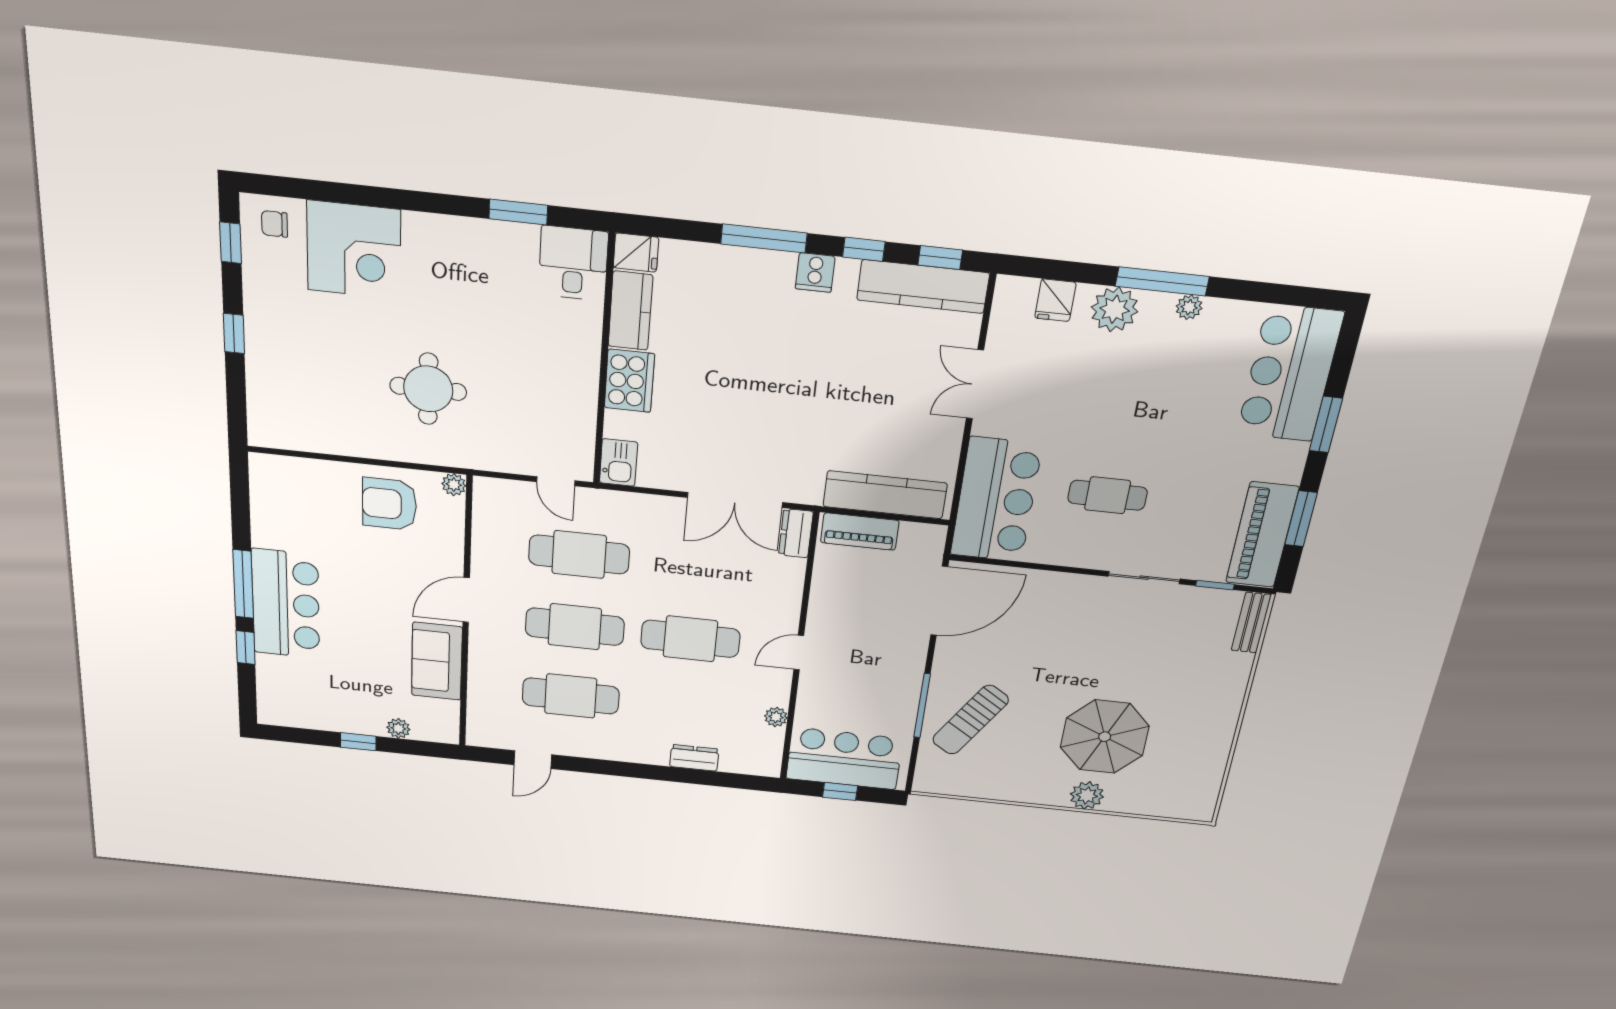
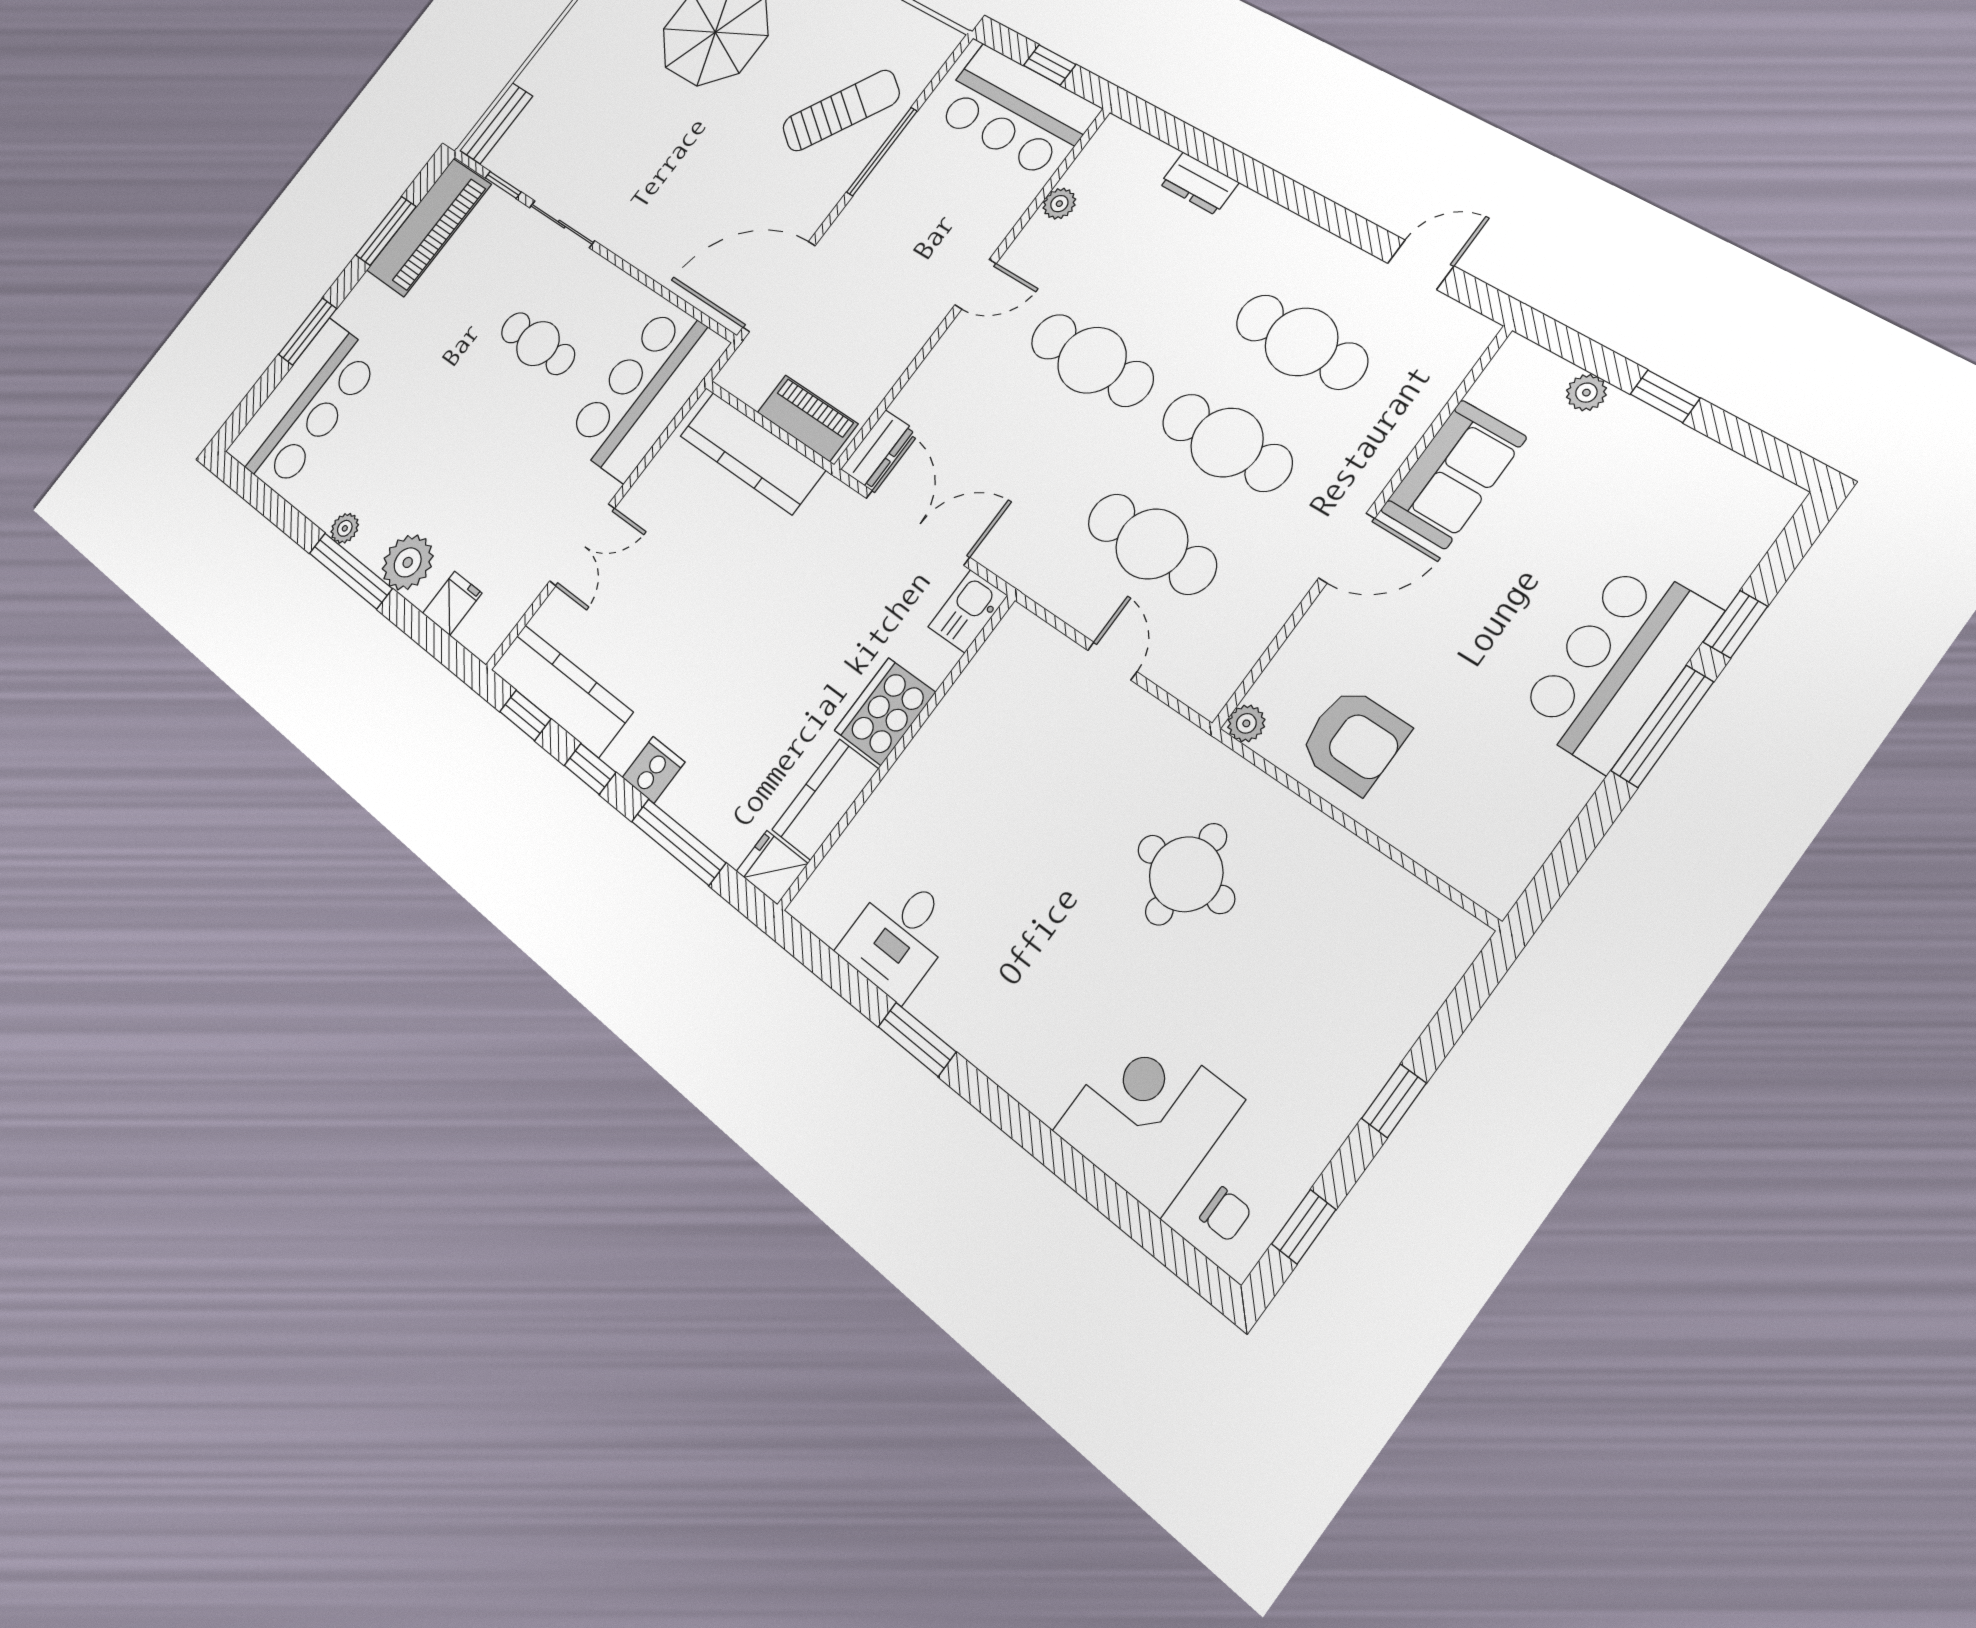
fridge: (636, 253) -> (772, 867), moved
kitchen counter: (630, 311) -> (825, 799), moved
wall: (604, 362) -> (897, 752), moved
cooker: (629, 381) -> (885, 711), moved
kitchen sink: (619, 463) -> (968, 611), moved

